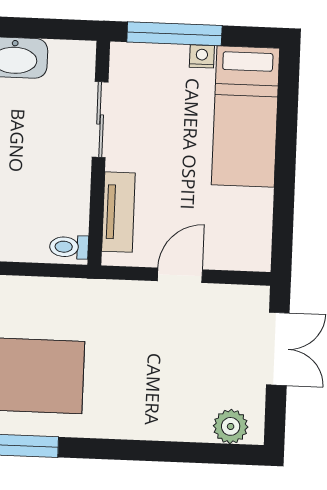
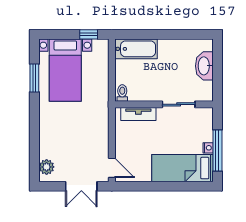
window: (174, 34) -> (217, 151), moved
door: (180, 275) -> (112, 168), moved

